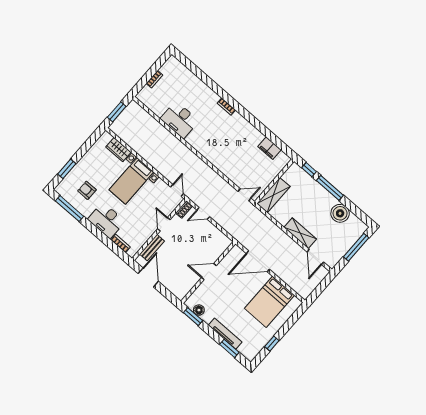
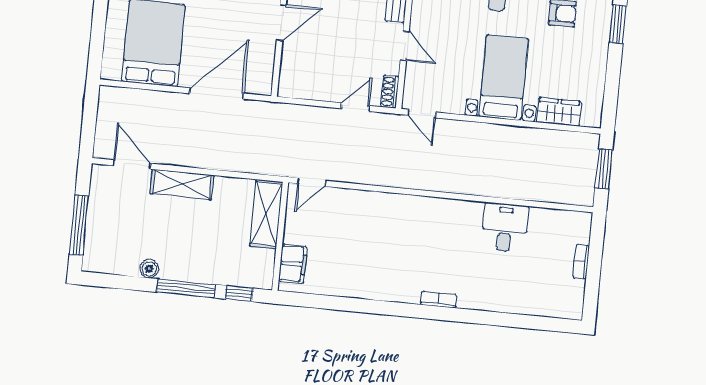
desk: (180, 120) -> (505, 228), width x0.73
filing cabinet: (269, 148) -> (293, 264), moved, turned 90
boiler: (340, 213) -> (149, 269), width x0.54, depth x0.54

